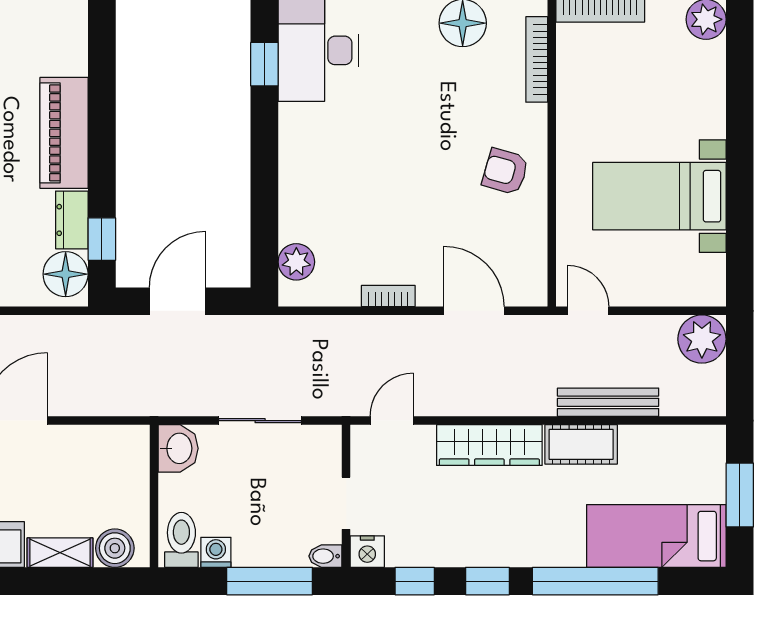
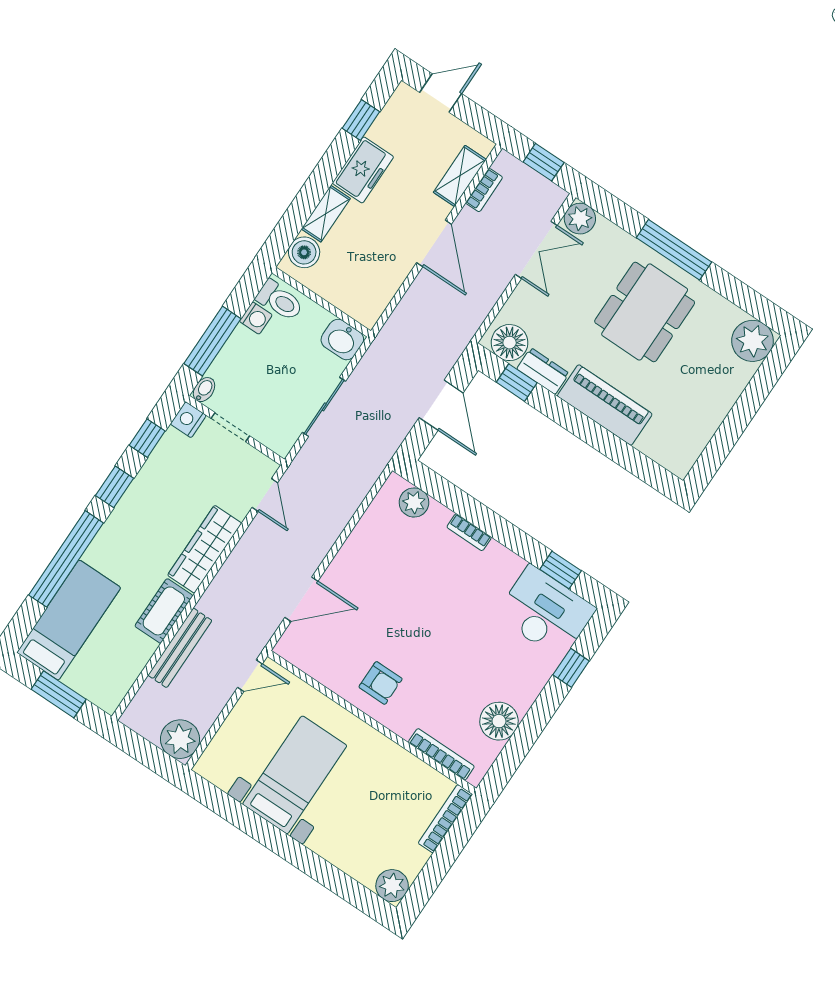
armchair: (505, 171) -> (381, 683), turned 74
bookcase: (388, 296) -> (469, 532), moved, turned 90

